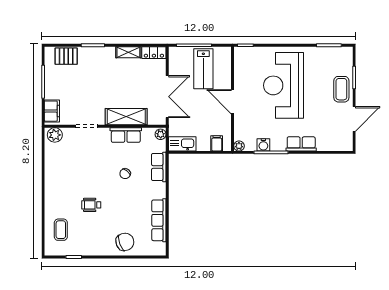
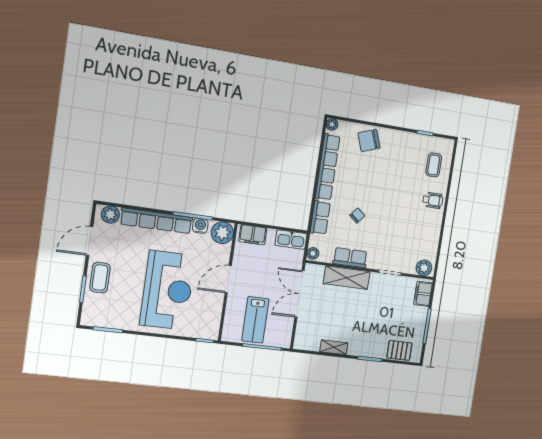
locker: (154, 53) -> (307, 344), removed
lab bench: (203, 69) -> (255, 320), turned 180
door: (233, 102) -> (228, 279), swing flipped
filing cabinet: (217, 143) -> (253, 235), width x2.00
row of seats: (301, 144) -> (156, 221), width x2.02
plant: (340, 144) -> (110, 215), added
plant: (239, 146) -> (222, 233), width x1.87, depth x1.87
wheelchair: (91, 205) -> (433, 200), moved
row of seats: (159, 220) -> (328, 167), width x1.36
plant: (161, 250) -> (332, 124), added

